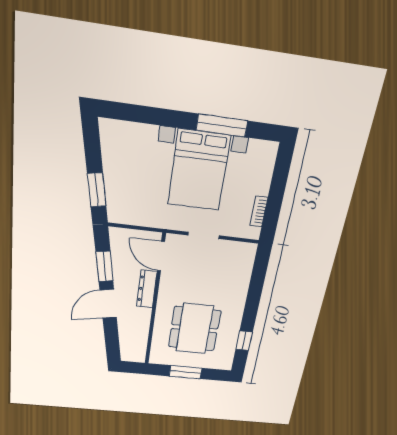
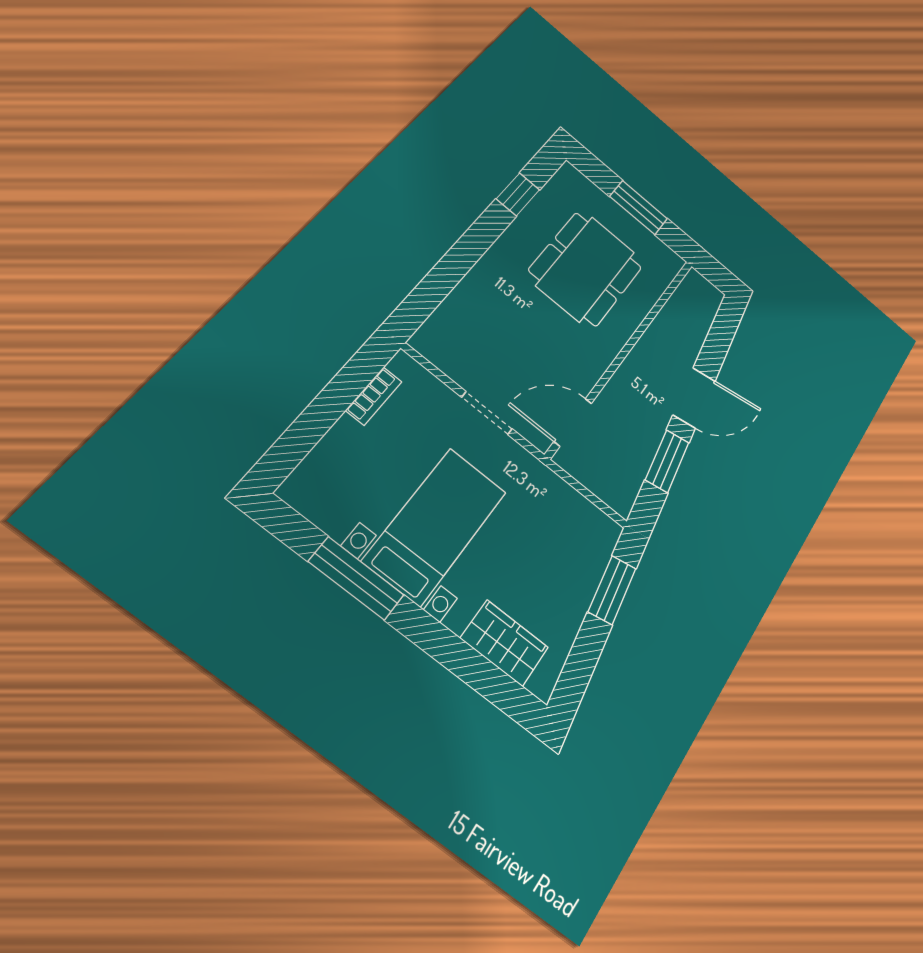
wardrobe: (136, 135) -> (505, 643), added
bed with nightstands: (199, 170) -> (436, 526), width x0.73
door: (161, 256) -> (573, 422), swing flipped
dresser: (147, 289) -> (624, 383), removed

